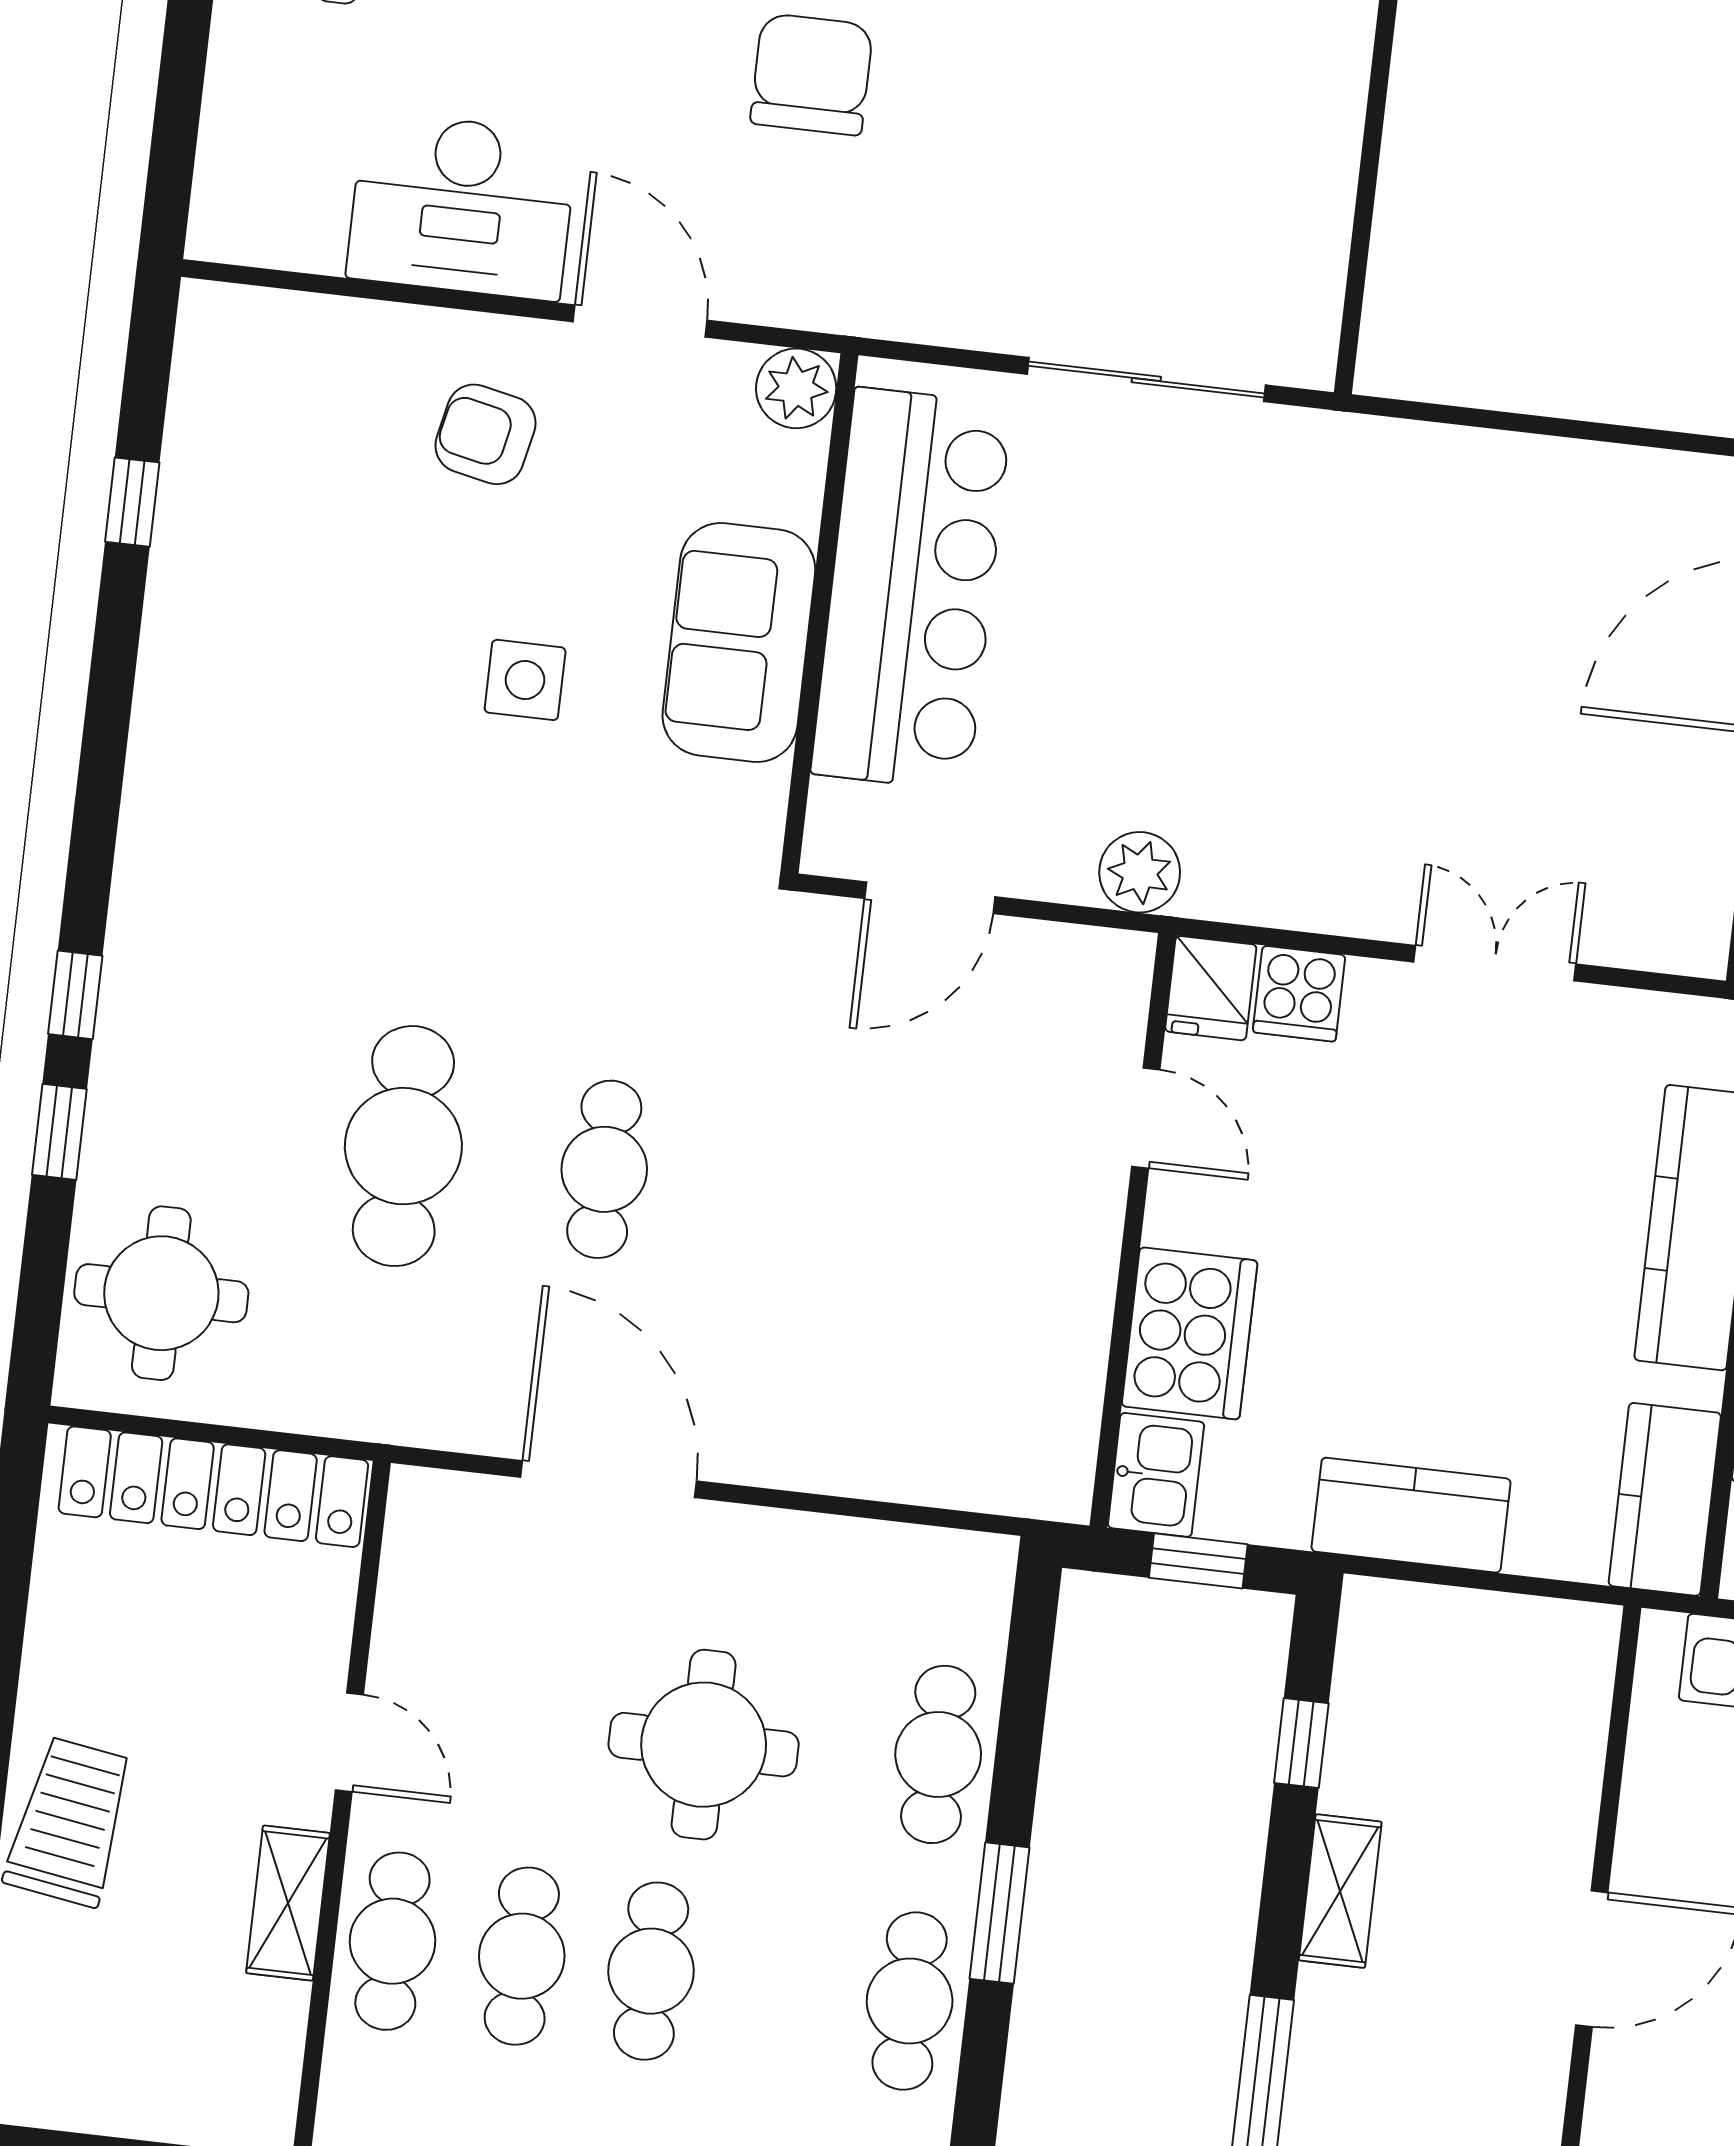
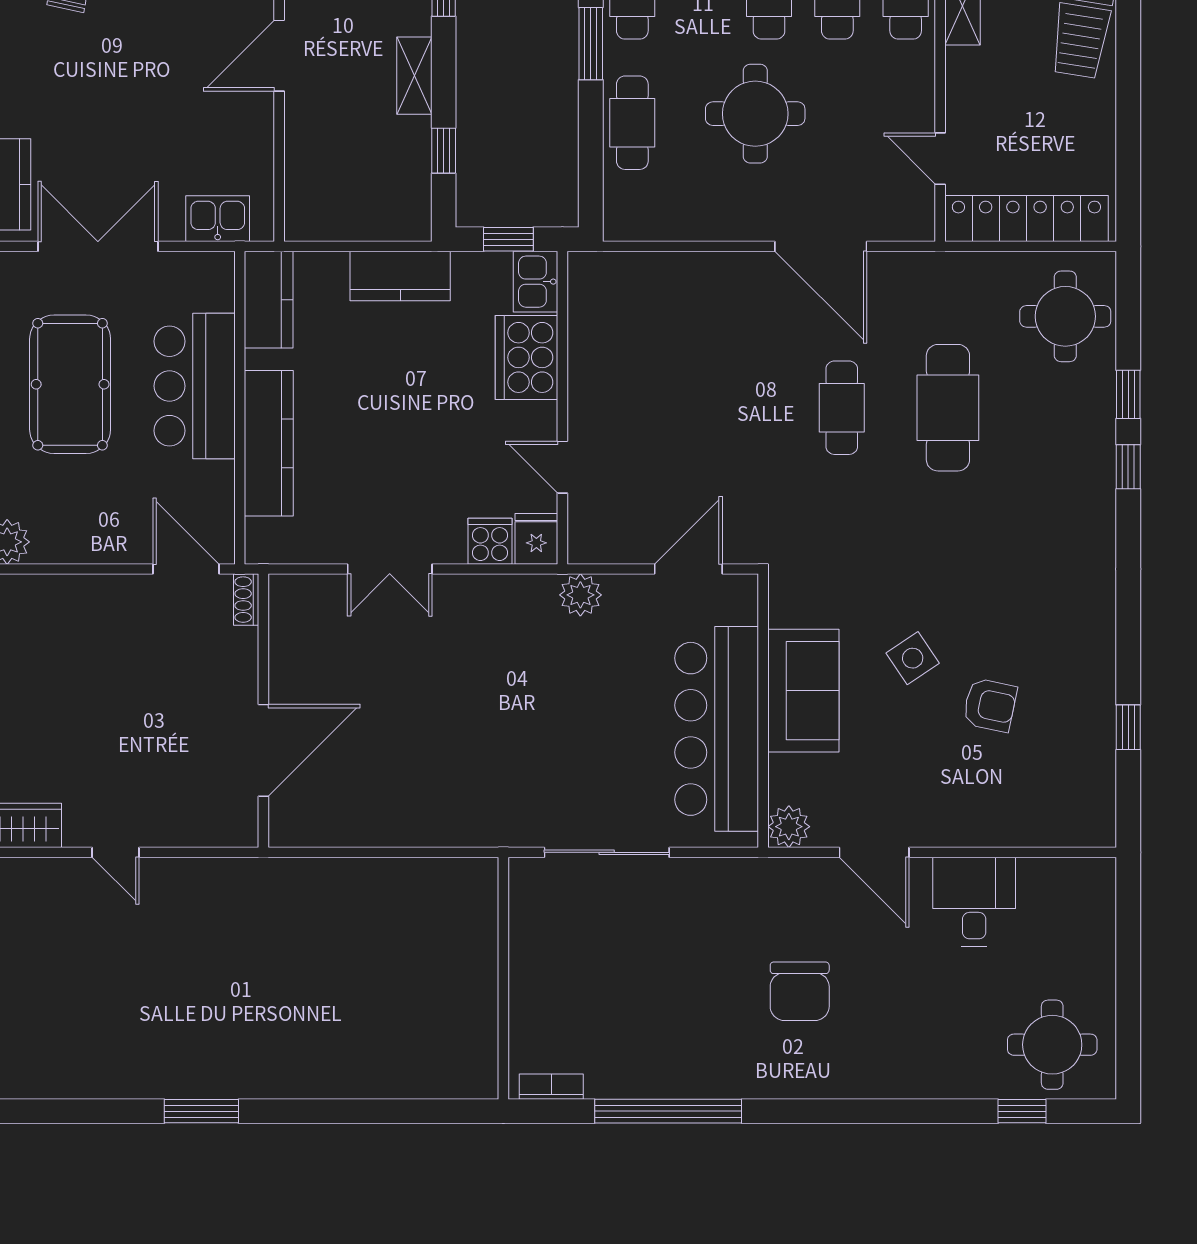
desk: (462, 206) -> (974, 902), width x0.73
armchair: (485, 434) -> (990, 705), moved
side table: (525, 680) -> (913, 658), turned -34
door: (349, 1742) -> (940, 159), moved

